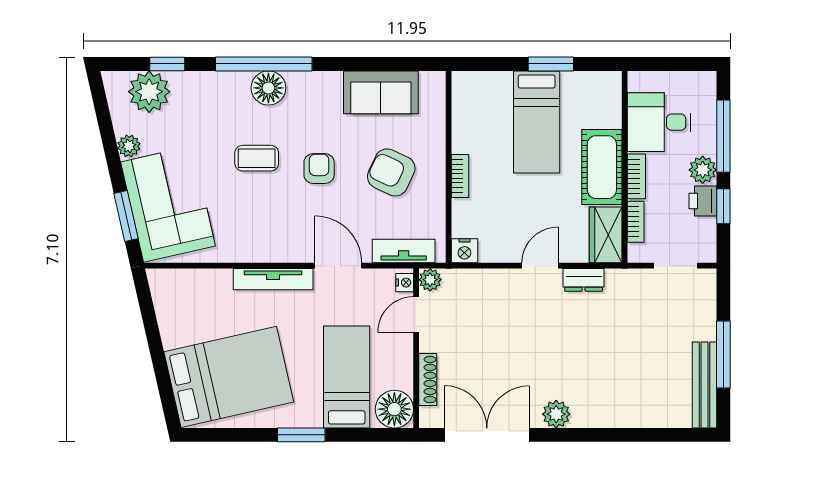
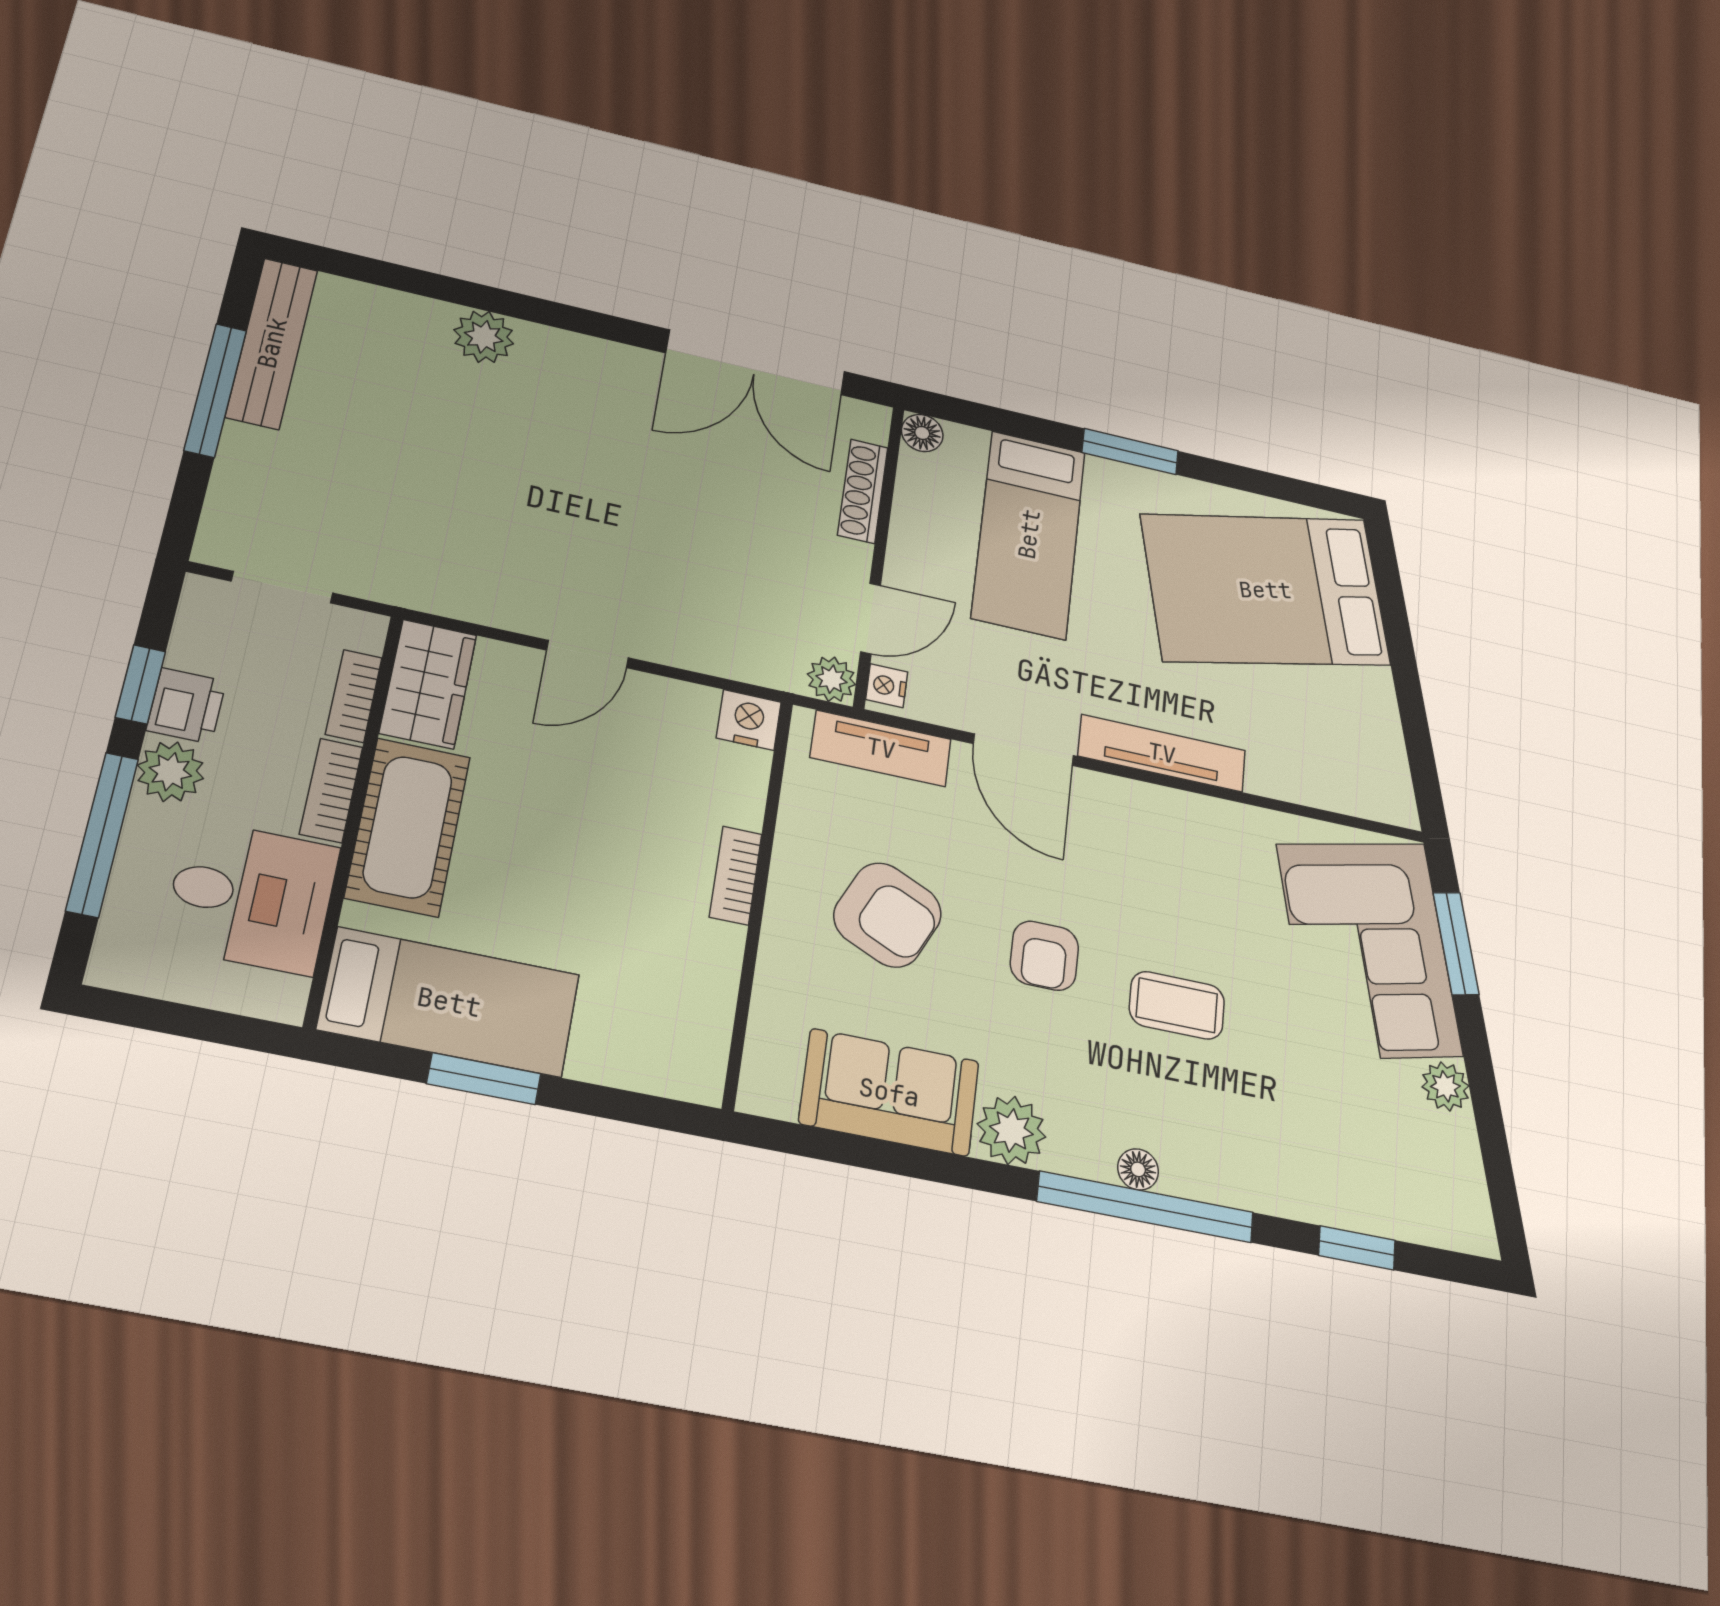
floor lamp: (268, 88) -> (1138, 1169), width x0.53, depth x0.53
plant: (149, 92) -> (1011, 1130), moved, width x0.73, depth x0.73
bed: (537, 122) -> (449, 1002), moved, turned 90
dresser: (584, 280) -> (496, 605), removed
floor lamp: (394, 409) -> (922, 433), width x0.53, depth x0.53
plant: (556, 414) -> (484, 337), moved

